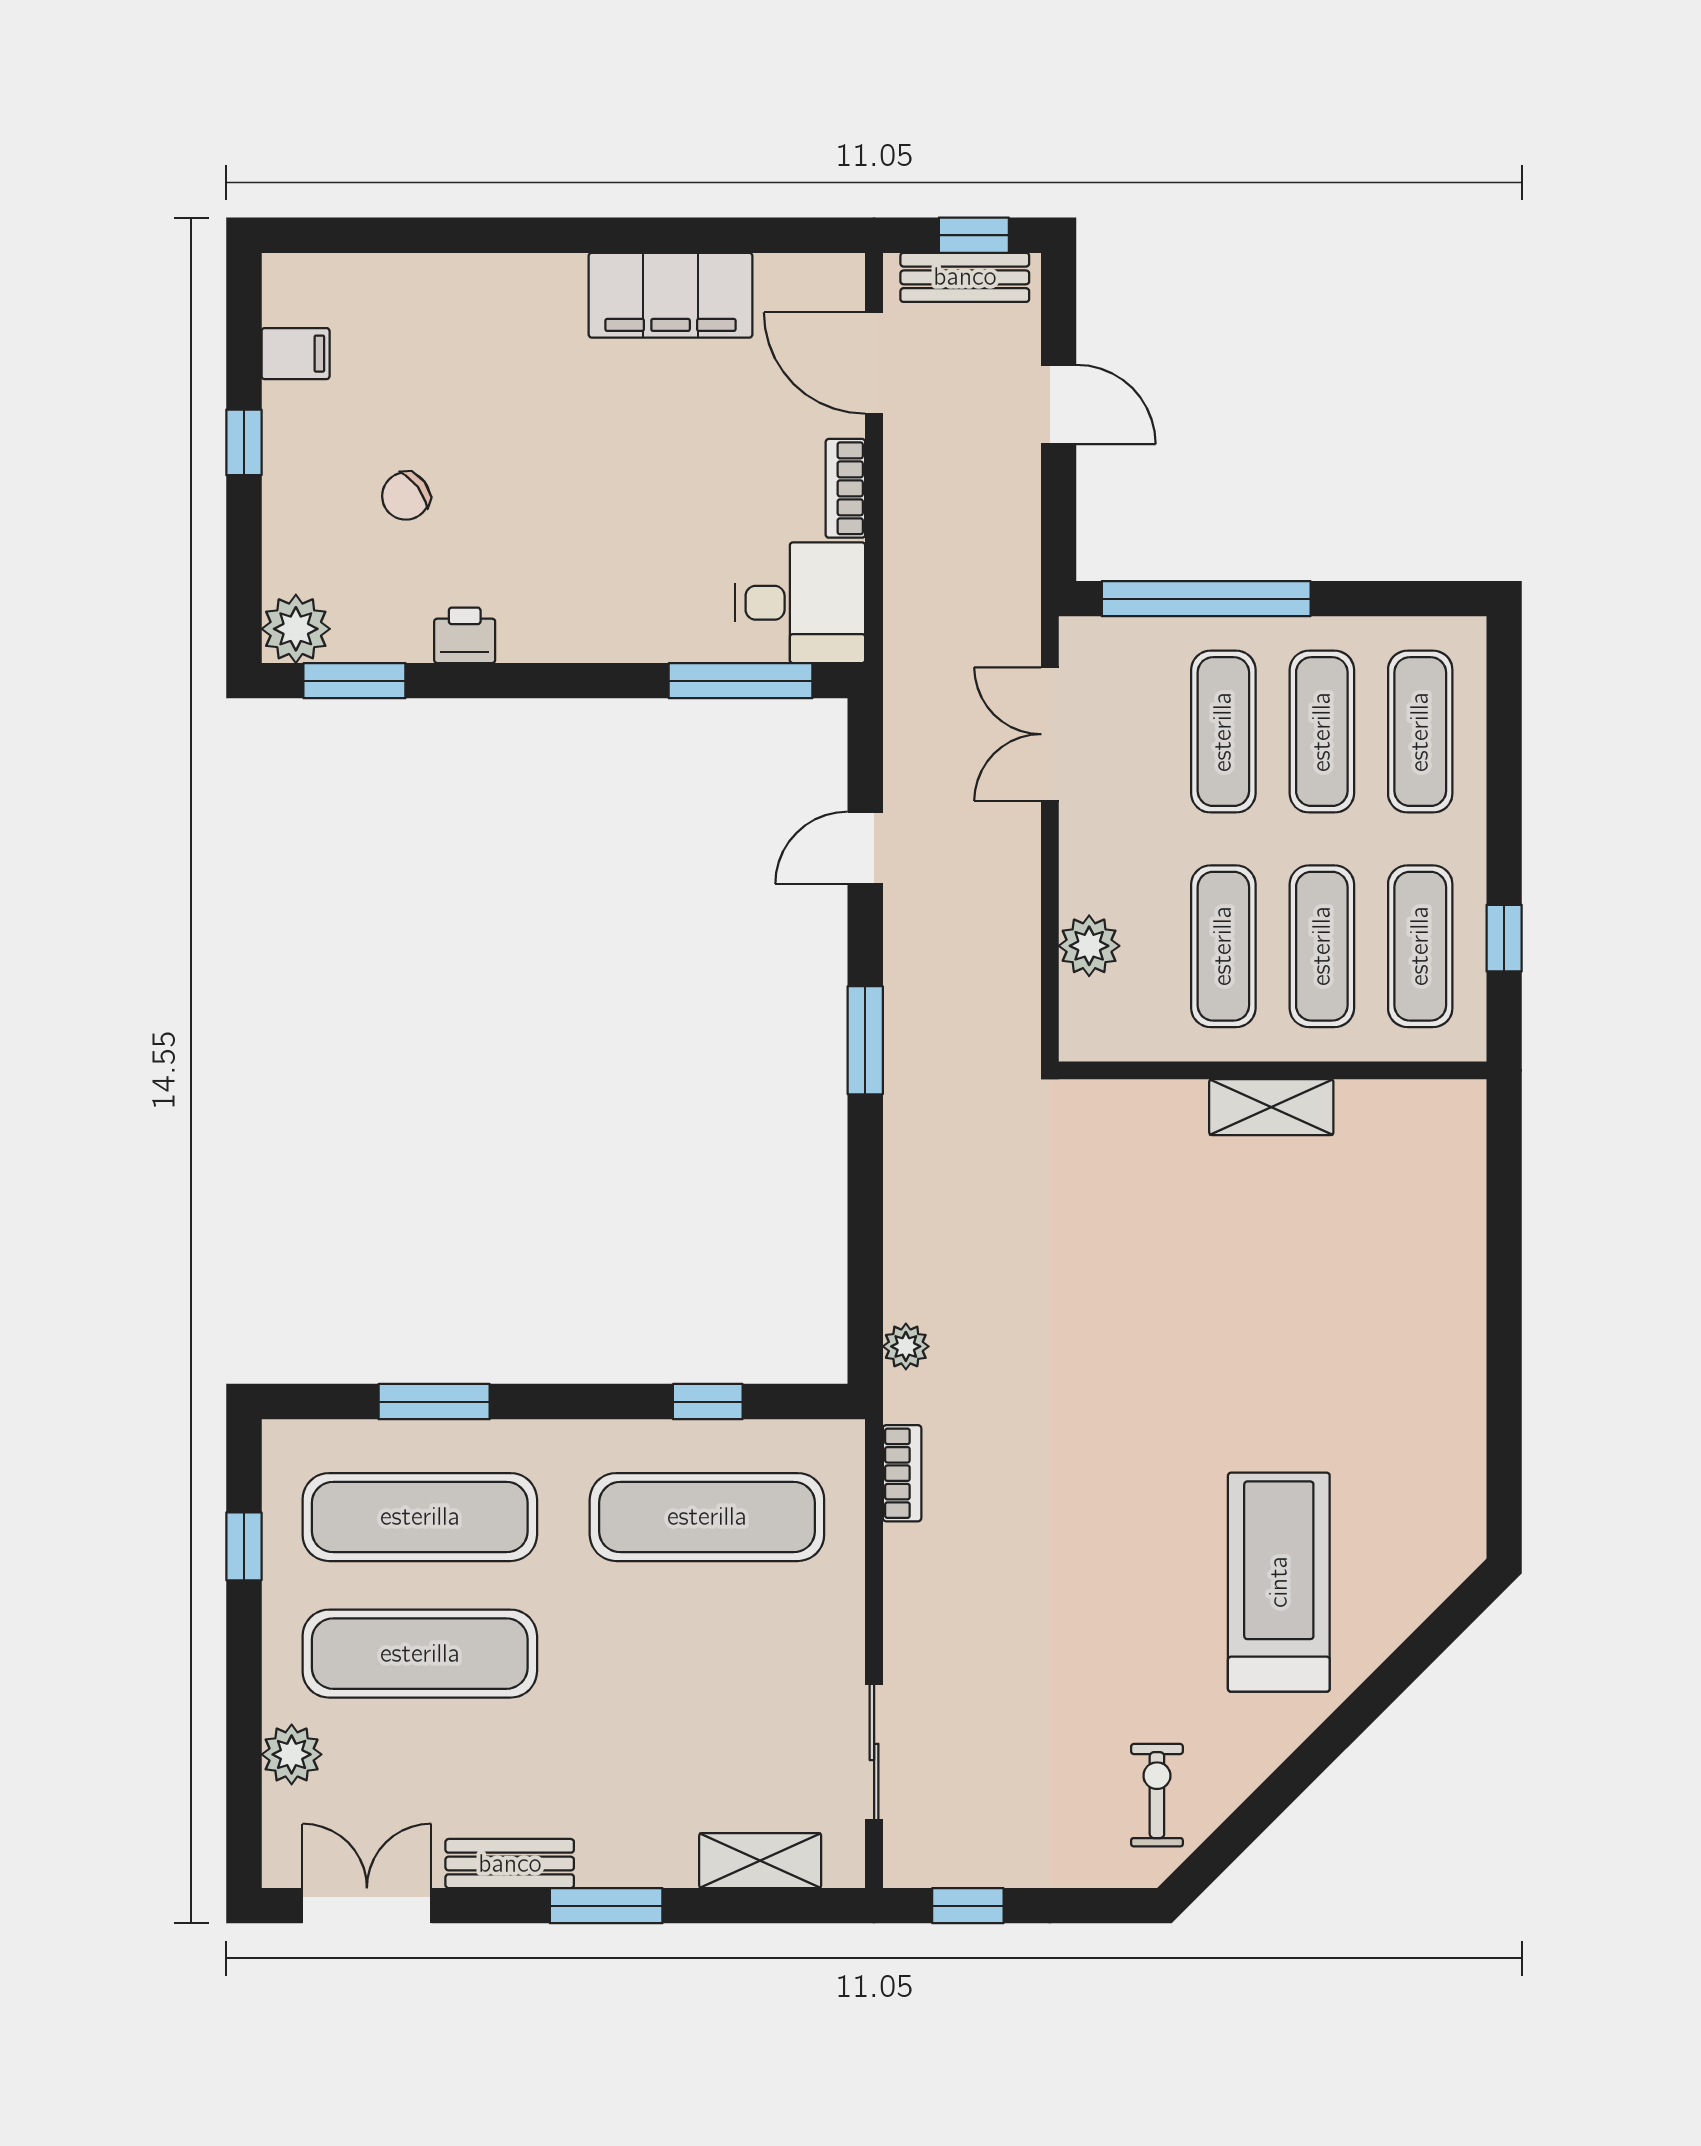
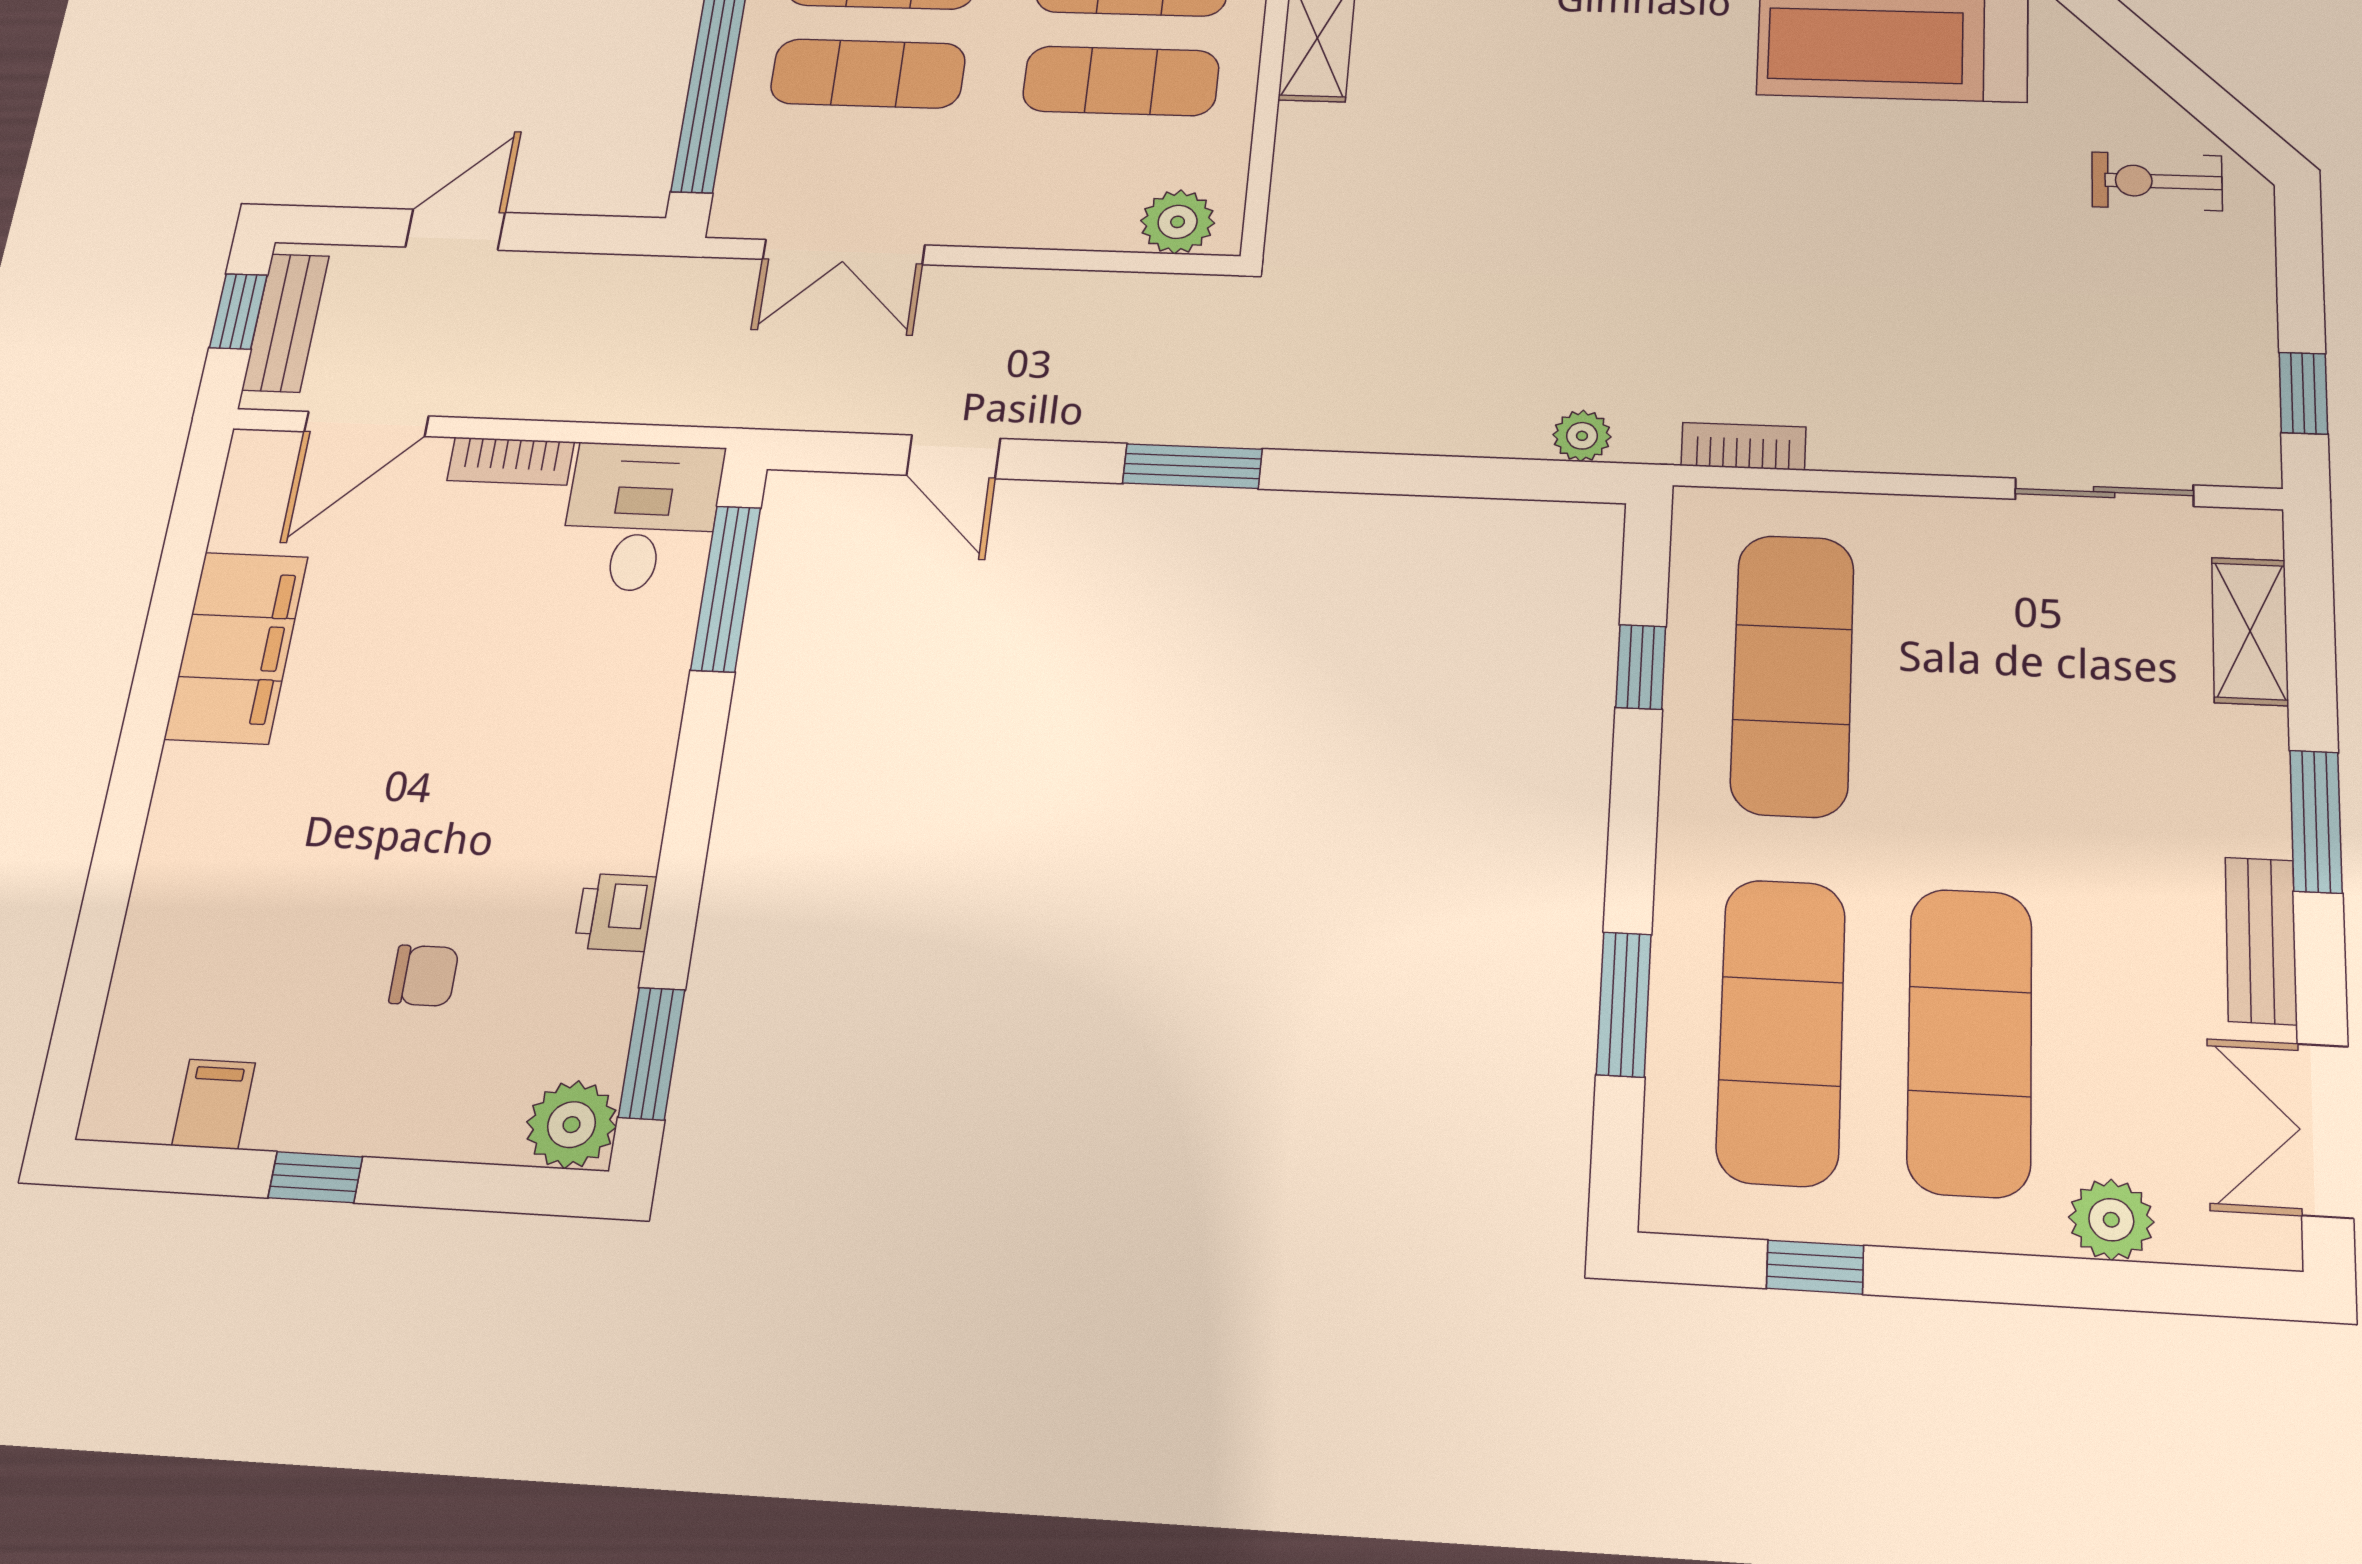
chair: (406, 496) -> (424, 976), turned -53
plant: (1089, 946) -> (1178, 222), moved

